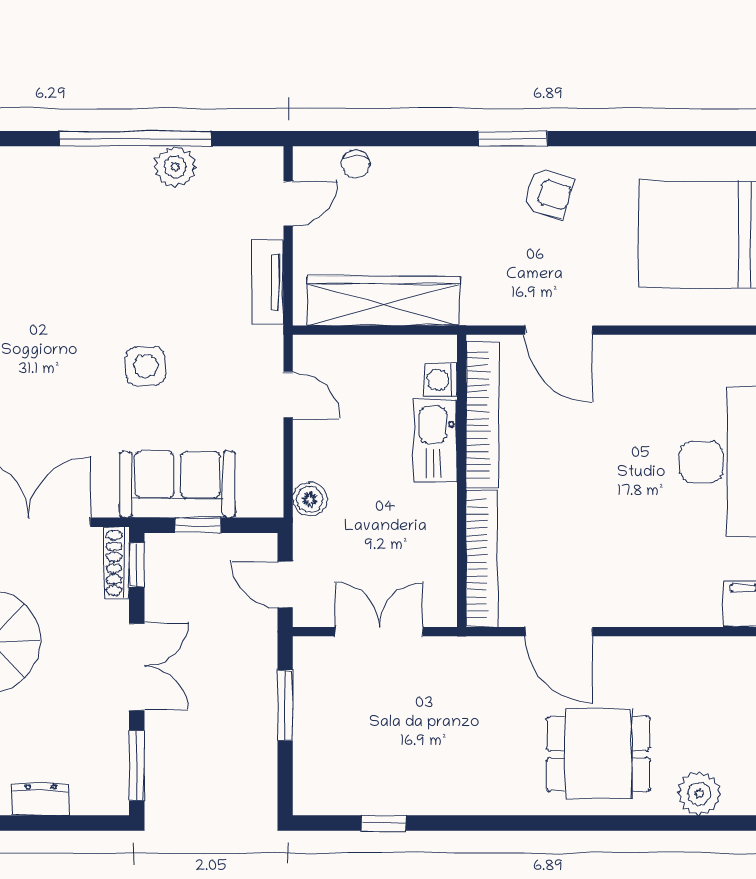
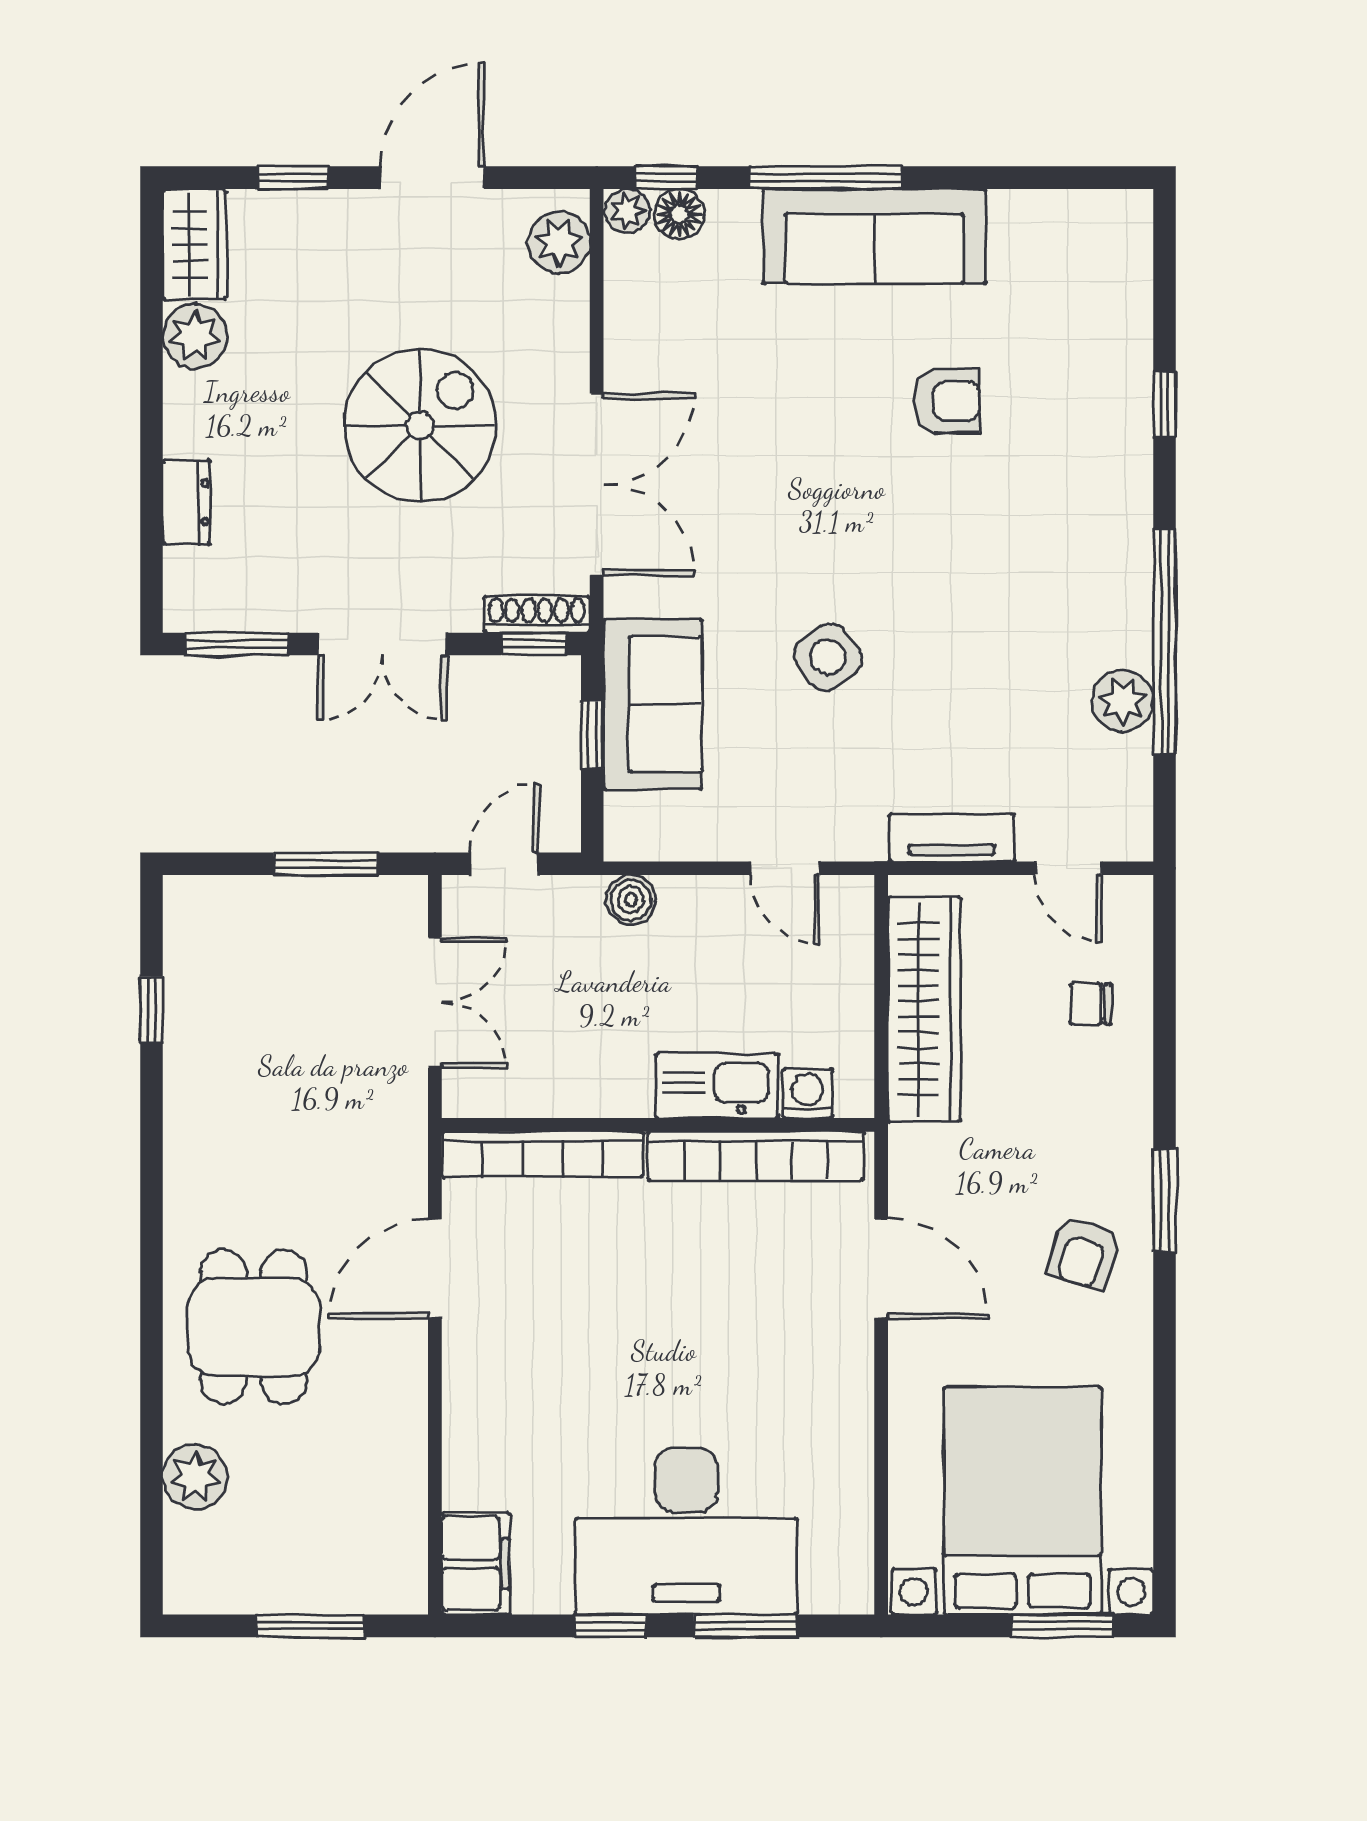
chair: (356, 164) -> (1091, 1004), moved
door: (559, 330) -> (881, 1269), swing flipped
side table: (146, 366) -> (828, 657), turned -35
door: (288, 395) -> (785, 868), hinge flipped

